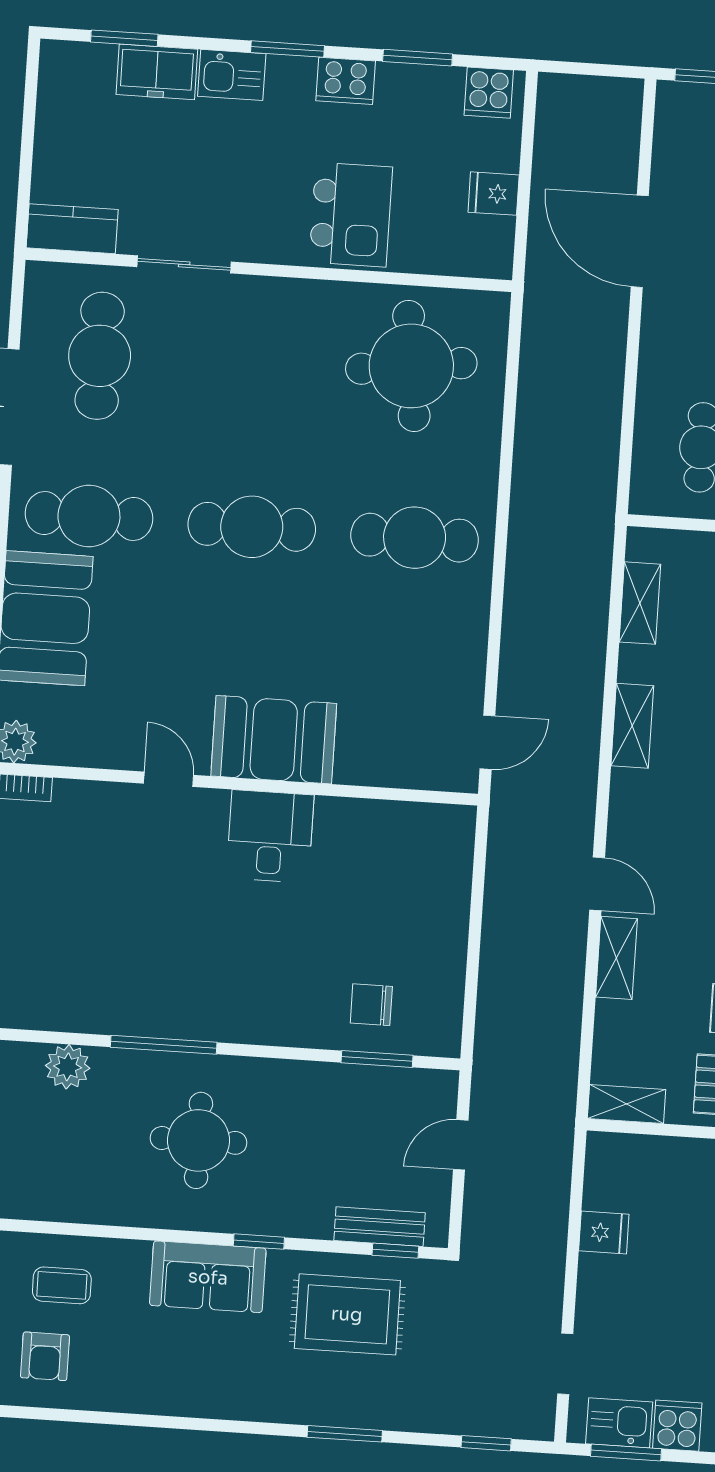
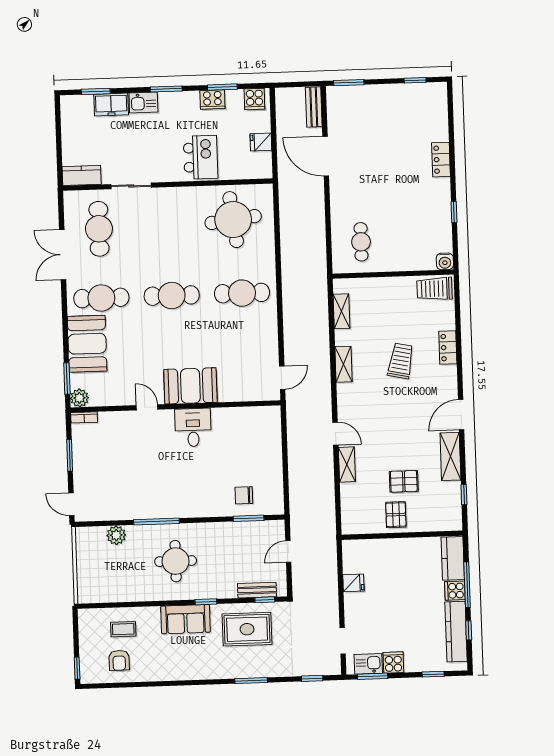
cooker: (346, 81) -> (212, 99), moved
bench: (624, 125) -> (314, 107), added
shelving: (627, 1104) -> (358, 527), removed

